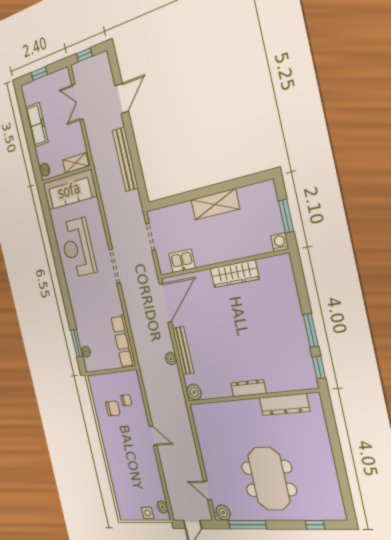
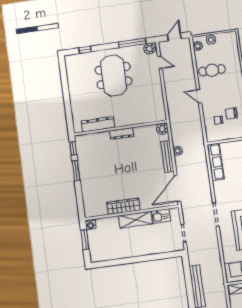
shelving: (215, 204) -> (135, 220), moved
cafe table: (142, 471) -> (212, 70), added

